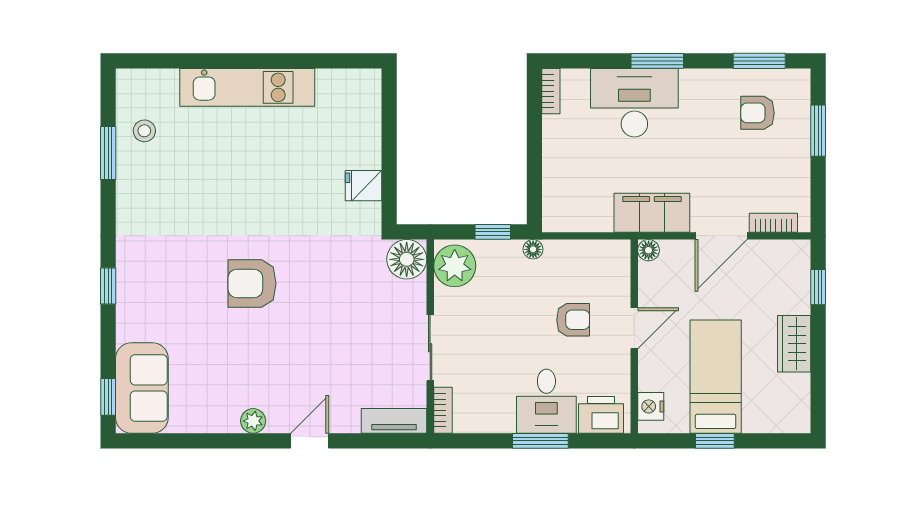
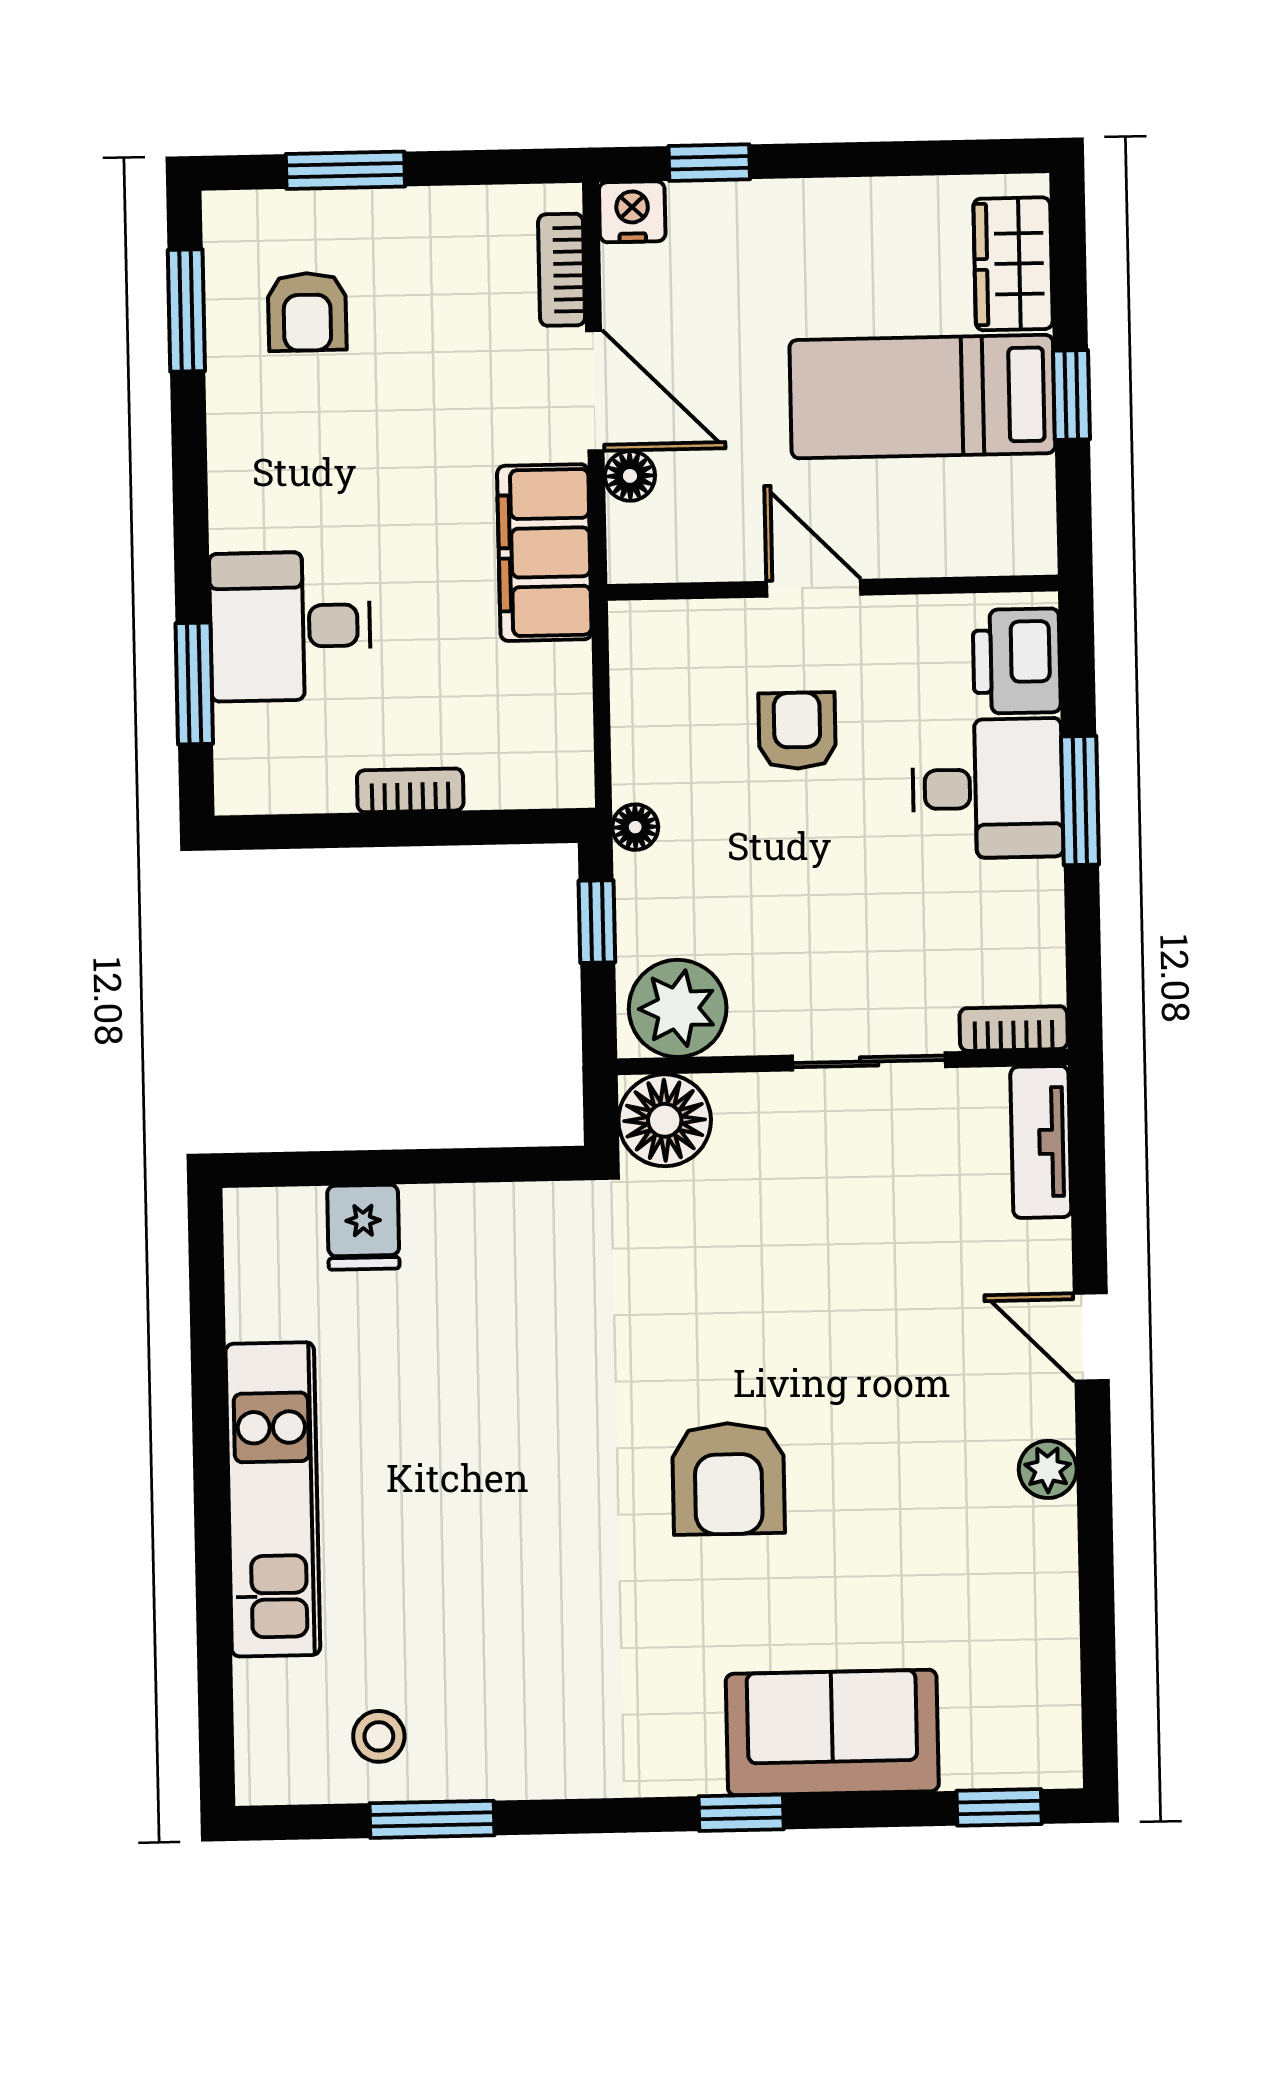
window: (657, 61) -> (194, 684), moved
bookcase: (551, 91) -> (410, 790), moved
desk: (634, 103) -> (290, 626), width x0.73
fridge: (363, 186) -> (363, 1227), moved
floor lamp: (649, 250) -> (630, 476), moved
wardrobe: (794, 344) -> (1013, 264), moved, turned 90
sofa: (142, 388) -> (832, 1733), moved
nightstand: (651, 406) -> (632, 212), moved, turned 180

